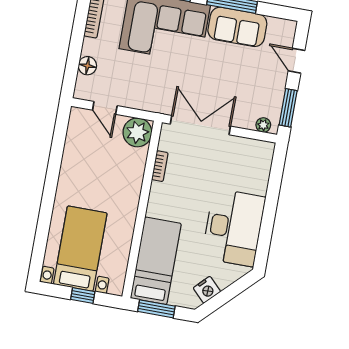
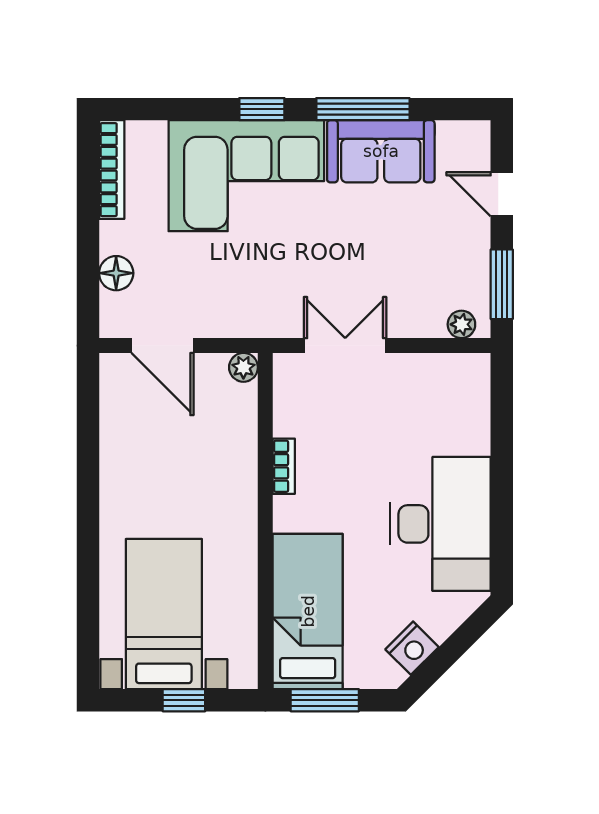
door: (105, 108) -> (162, 346), width x1.38
double door: (200, 125) -> (345, 346), width x0.73
plant: (137, 132) -> (243, 367), width x0.53, depth x0.53
bookcase: (160, 166) -> (284, 466), moved

